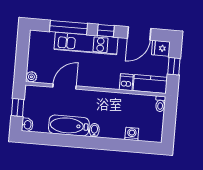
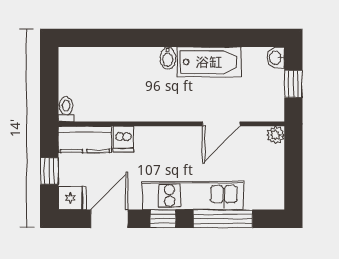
washing machine: (132, 134) -> (107, 57), removed

